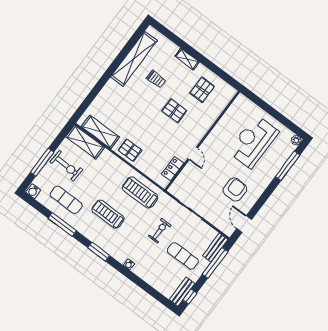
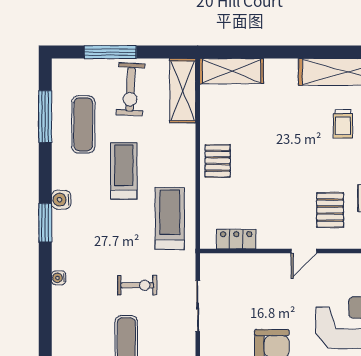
pallet: (174, 111) -> (330, 210), moved
shelving: (100, 132) -> (232, 71), moved, turned 90
door: (193, 153) -> (304, 251), moved
water cooler: (33, 191) -> (61, 200), moved
treadmill: (108, 214) -> (124, 171), moved
window: (62, 224) -> (45, 116), moved

